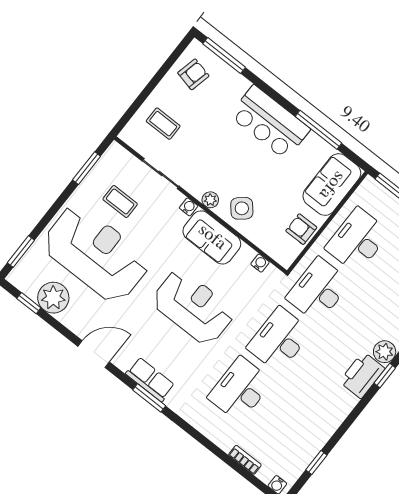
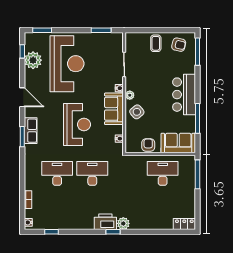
coffee table: (163, 124) -> (156, 43), moved
coffee table: (120, 202) -> (98, 56), removed
desk: (318, 290) -> (127, 173), removed

